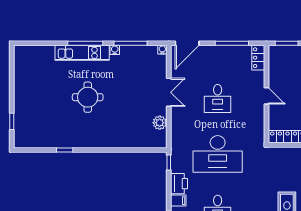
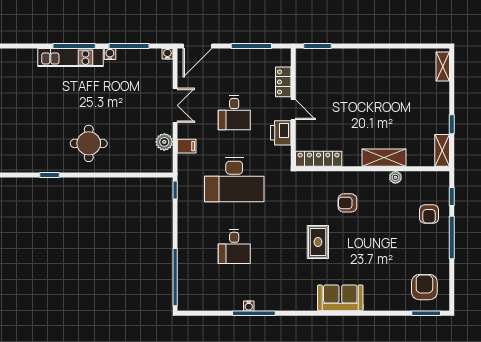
locker: (258, 58) -> (283, 82), moved
round table: (88, 97) -> (89, 143), moved
printer: (179, 184) -> (281, 133), moved, turned 180
filing cabinet: (178, 201) -> (187, 146), moved

